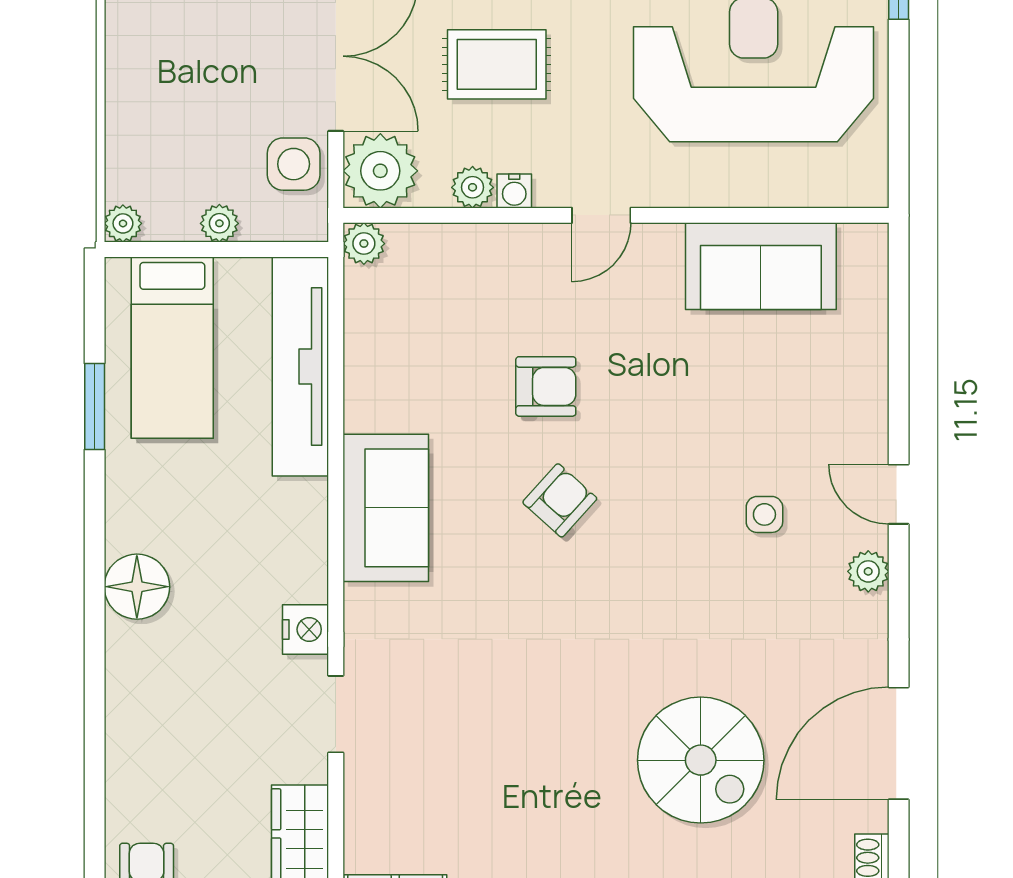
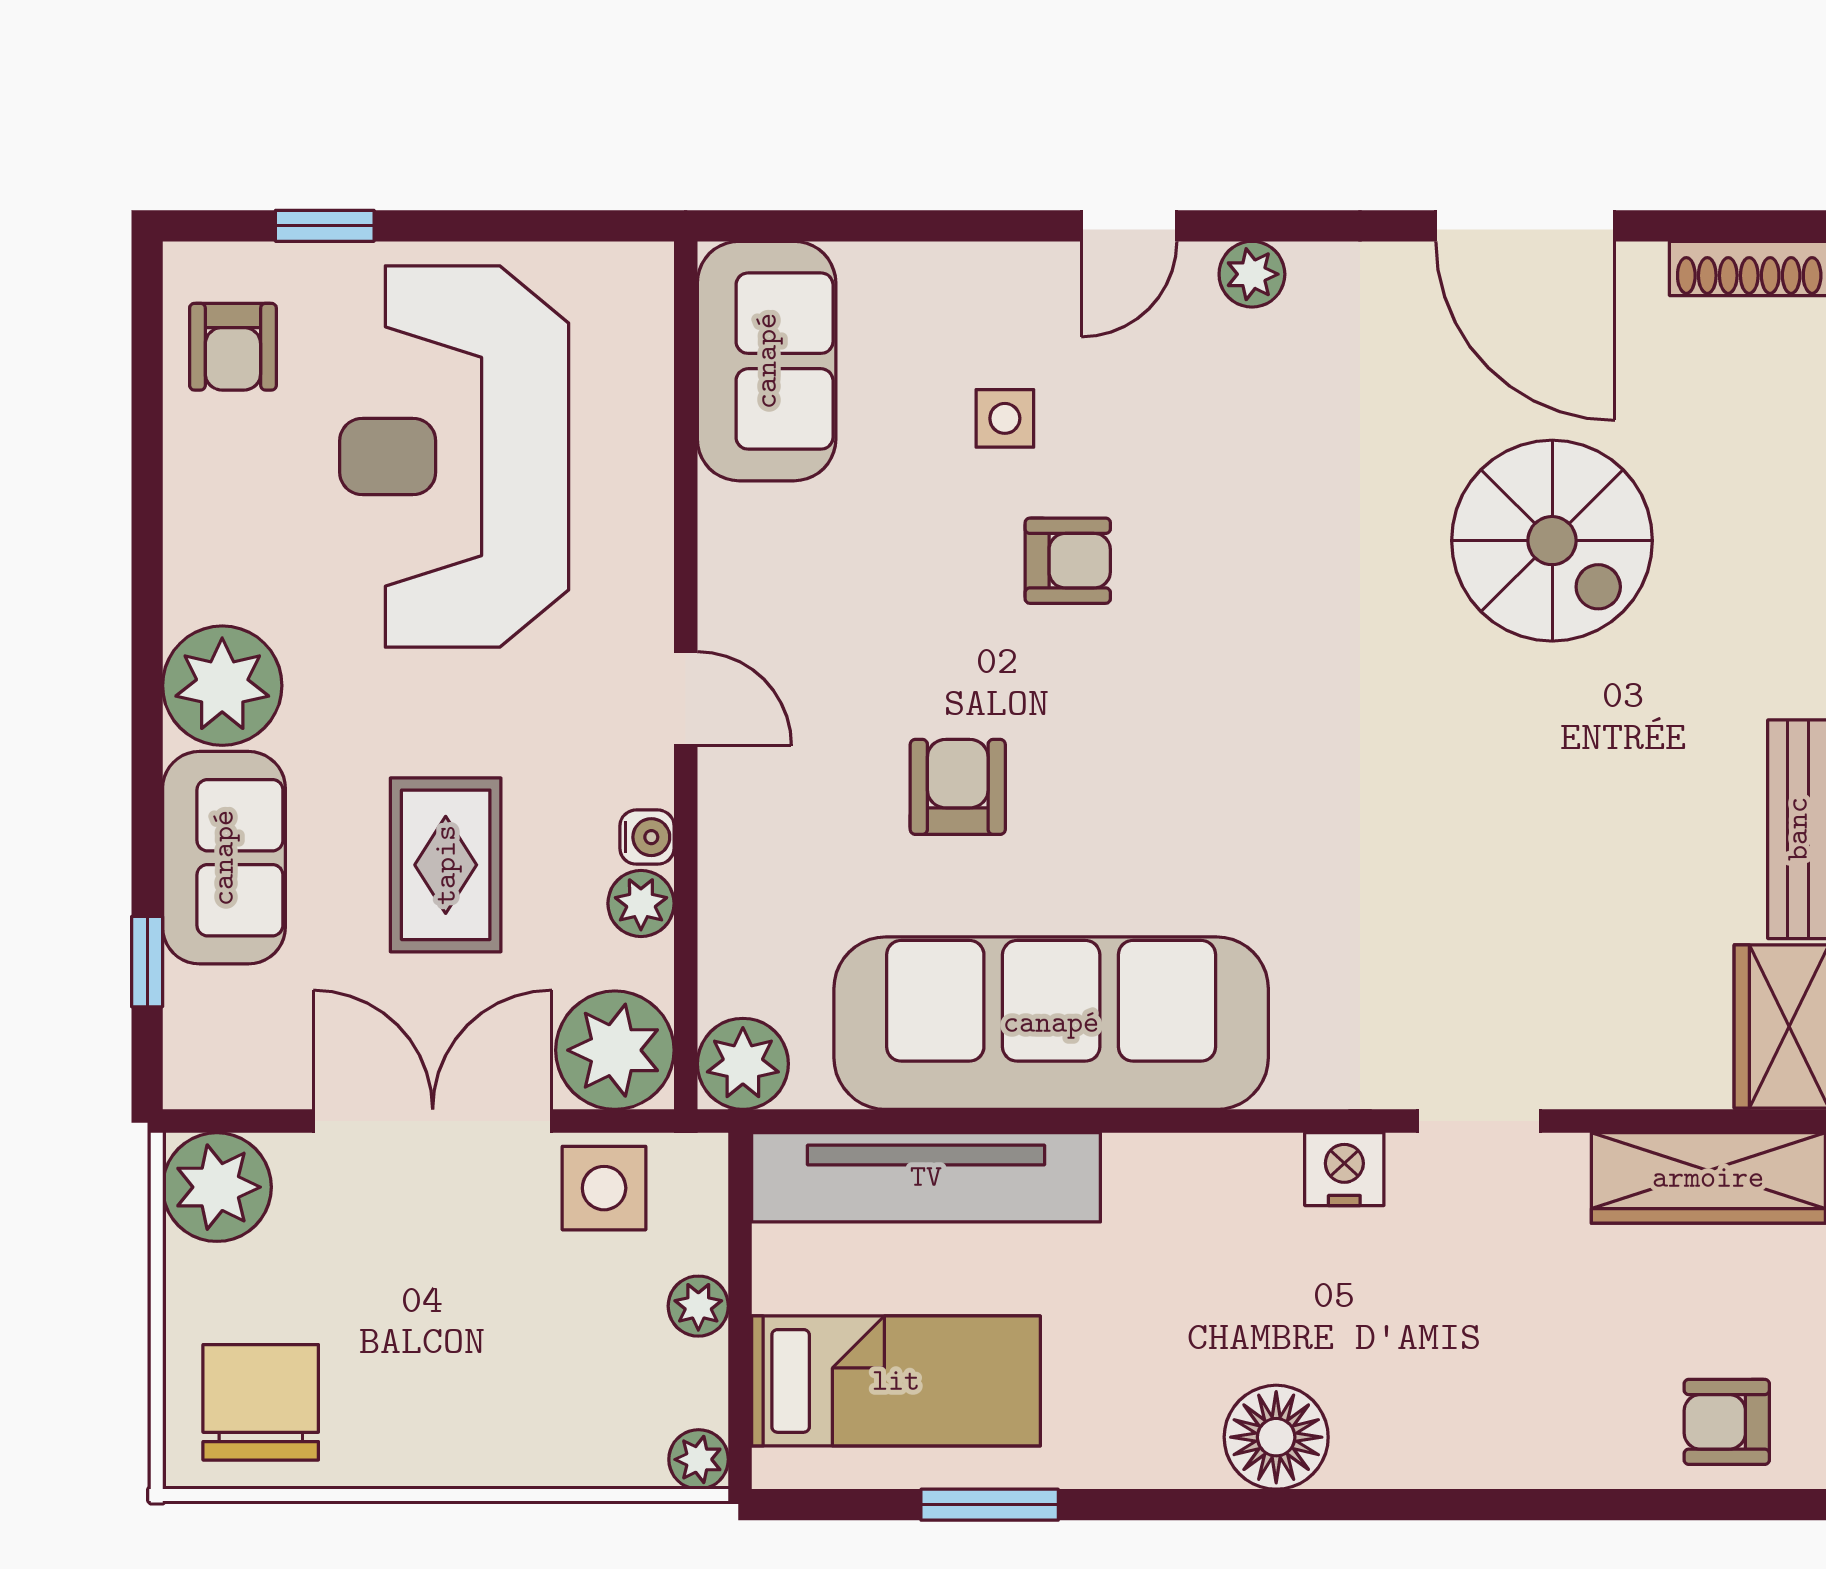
plant: (364, 244) -> (743, 1064), width x1.38, depth x1.38
sofa: (761, 266) -> (767, 361), moved
armchair: (560, 500) -> (1068, 561), moved, turned 138
sofa: (386, 508) -> (1051, 1023), width x1.85, depth x1.27
side table: (764, 514) -> (1005, 418), moved
spiral stairs: (701, 760) -> (1552, 541), turned 90

